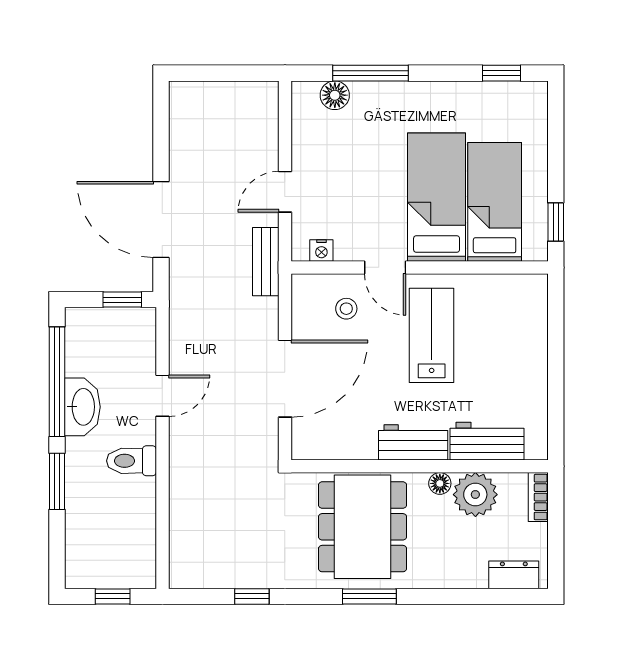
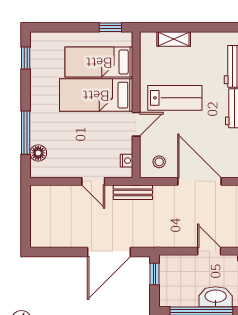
stool: (346, 309) -> (159, 162), moved
shelving: (535, 333) -> (174, 39), added
lab bench: (432, 335) -> (175, 98), turned 180

